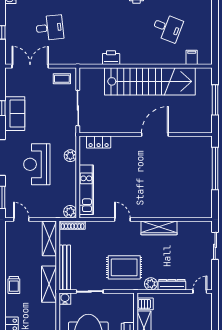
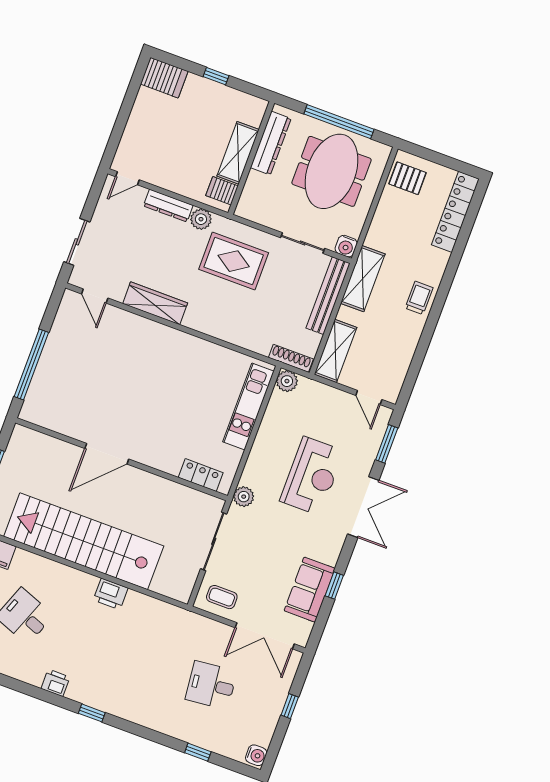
printer: (111, 58) -> (111, 594), moved
sofa: (15, 114) -> (310, 590), moved
plant: (70, 156) -> (244, 497), moved
door: (122, 219) -> (95, 296), moved

